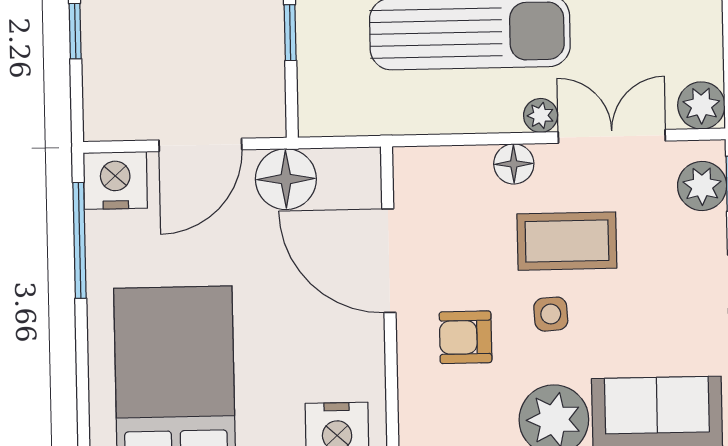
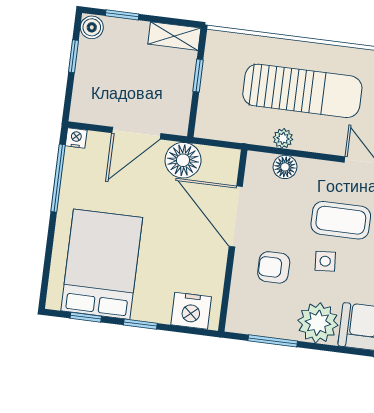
plant: (541, 115) -> (283, 138), moved
floor lamp: (514, 164) -> (285, 167), moved
nightstand: (115, 180) -> (76, 138), width x0.53, depth x0.56

